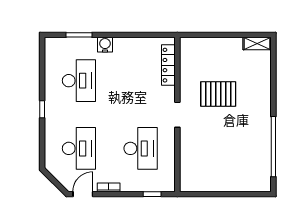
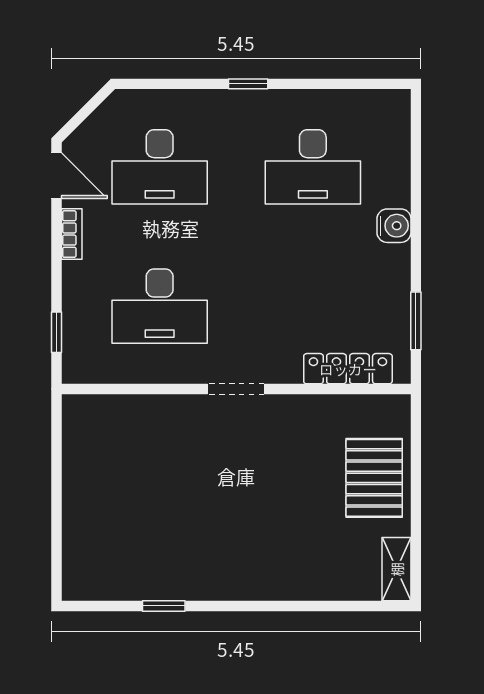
window: (79, 35) -> (416, 321), moved
pallet: (218, 94) -> (374, 478), moved
window: (273, 147) -> (164, 606), width x0.32

